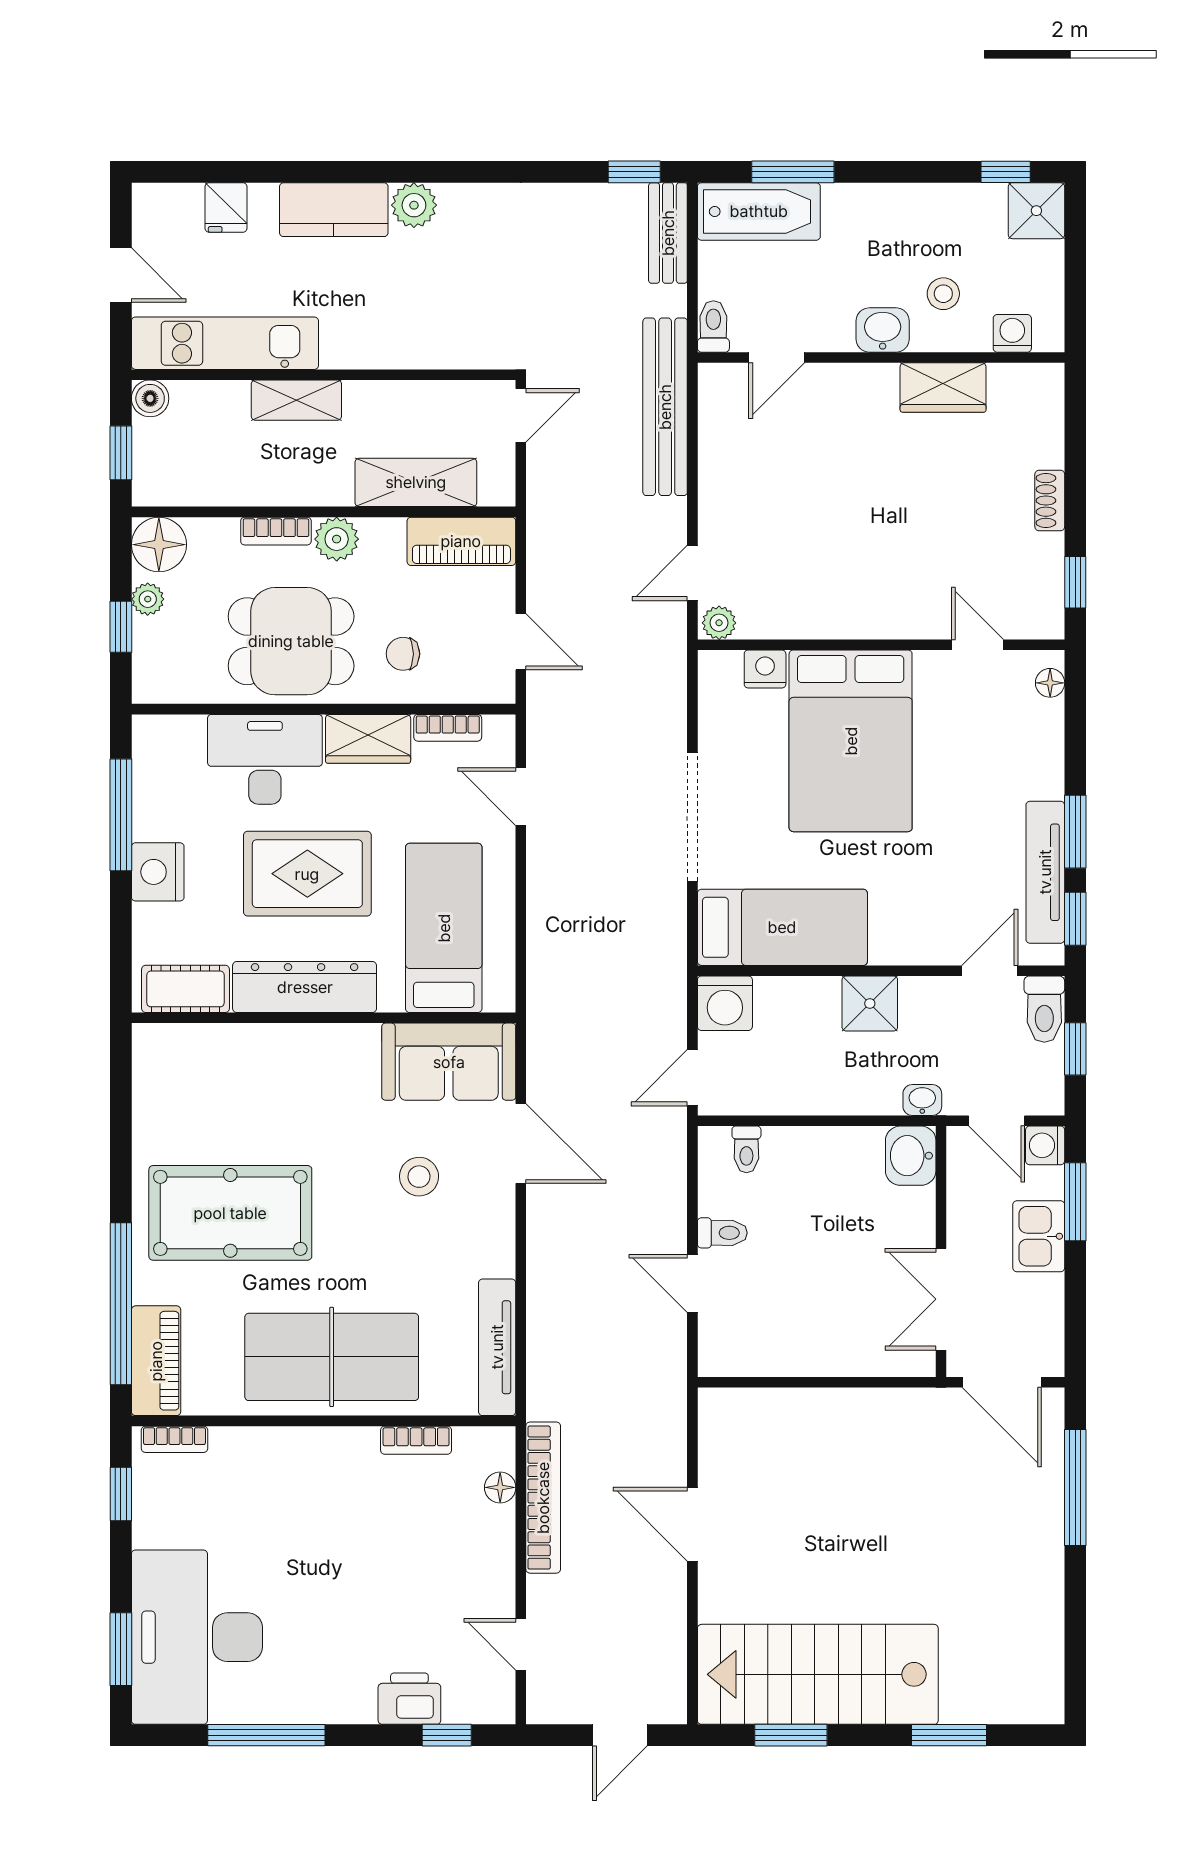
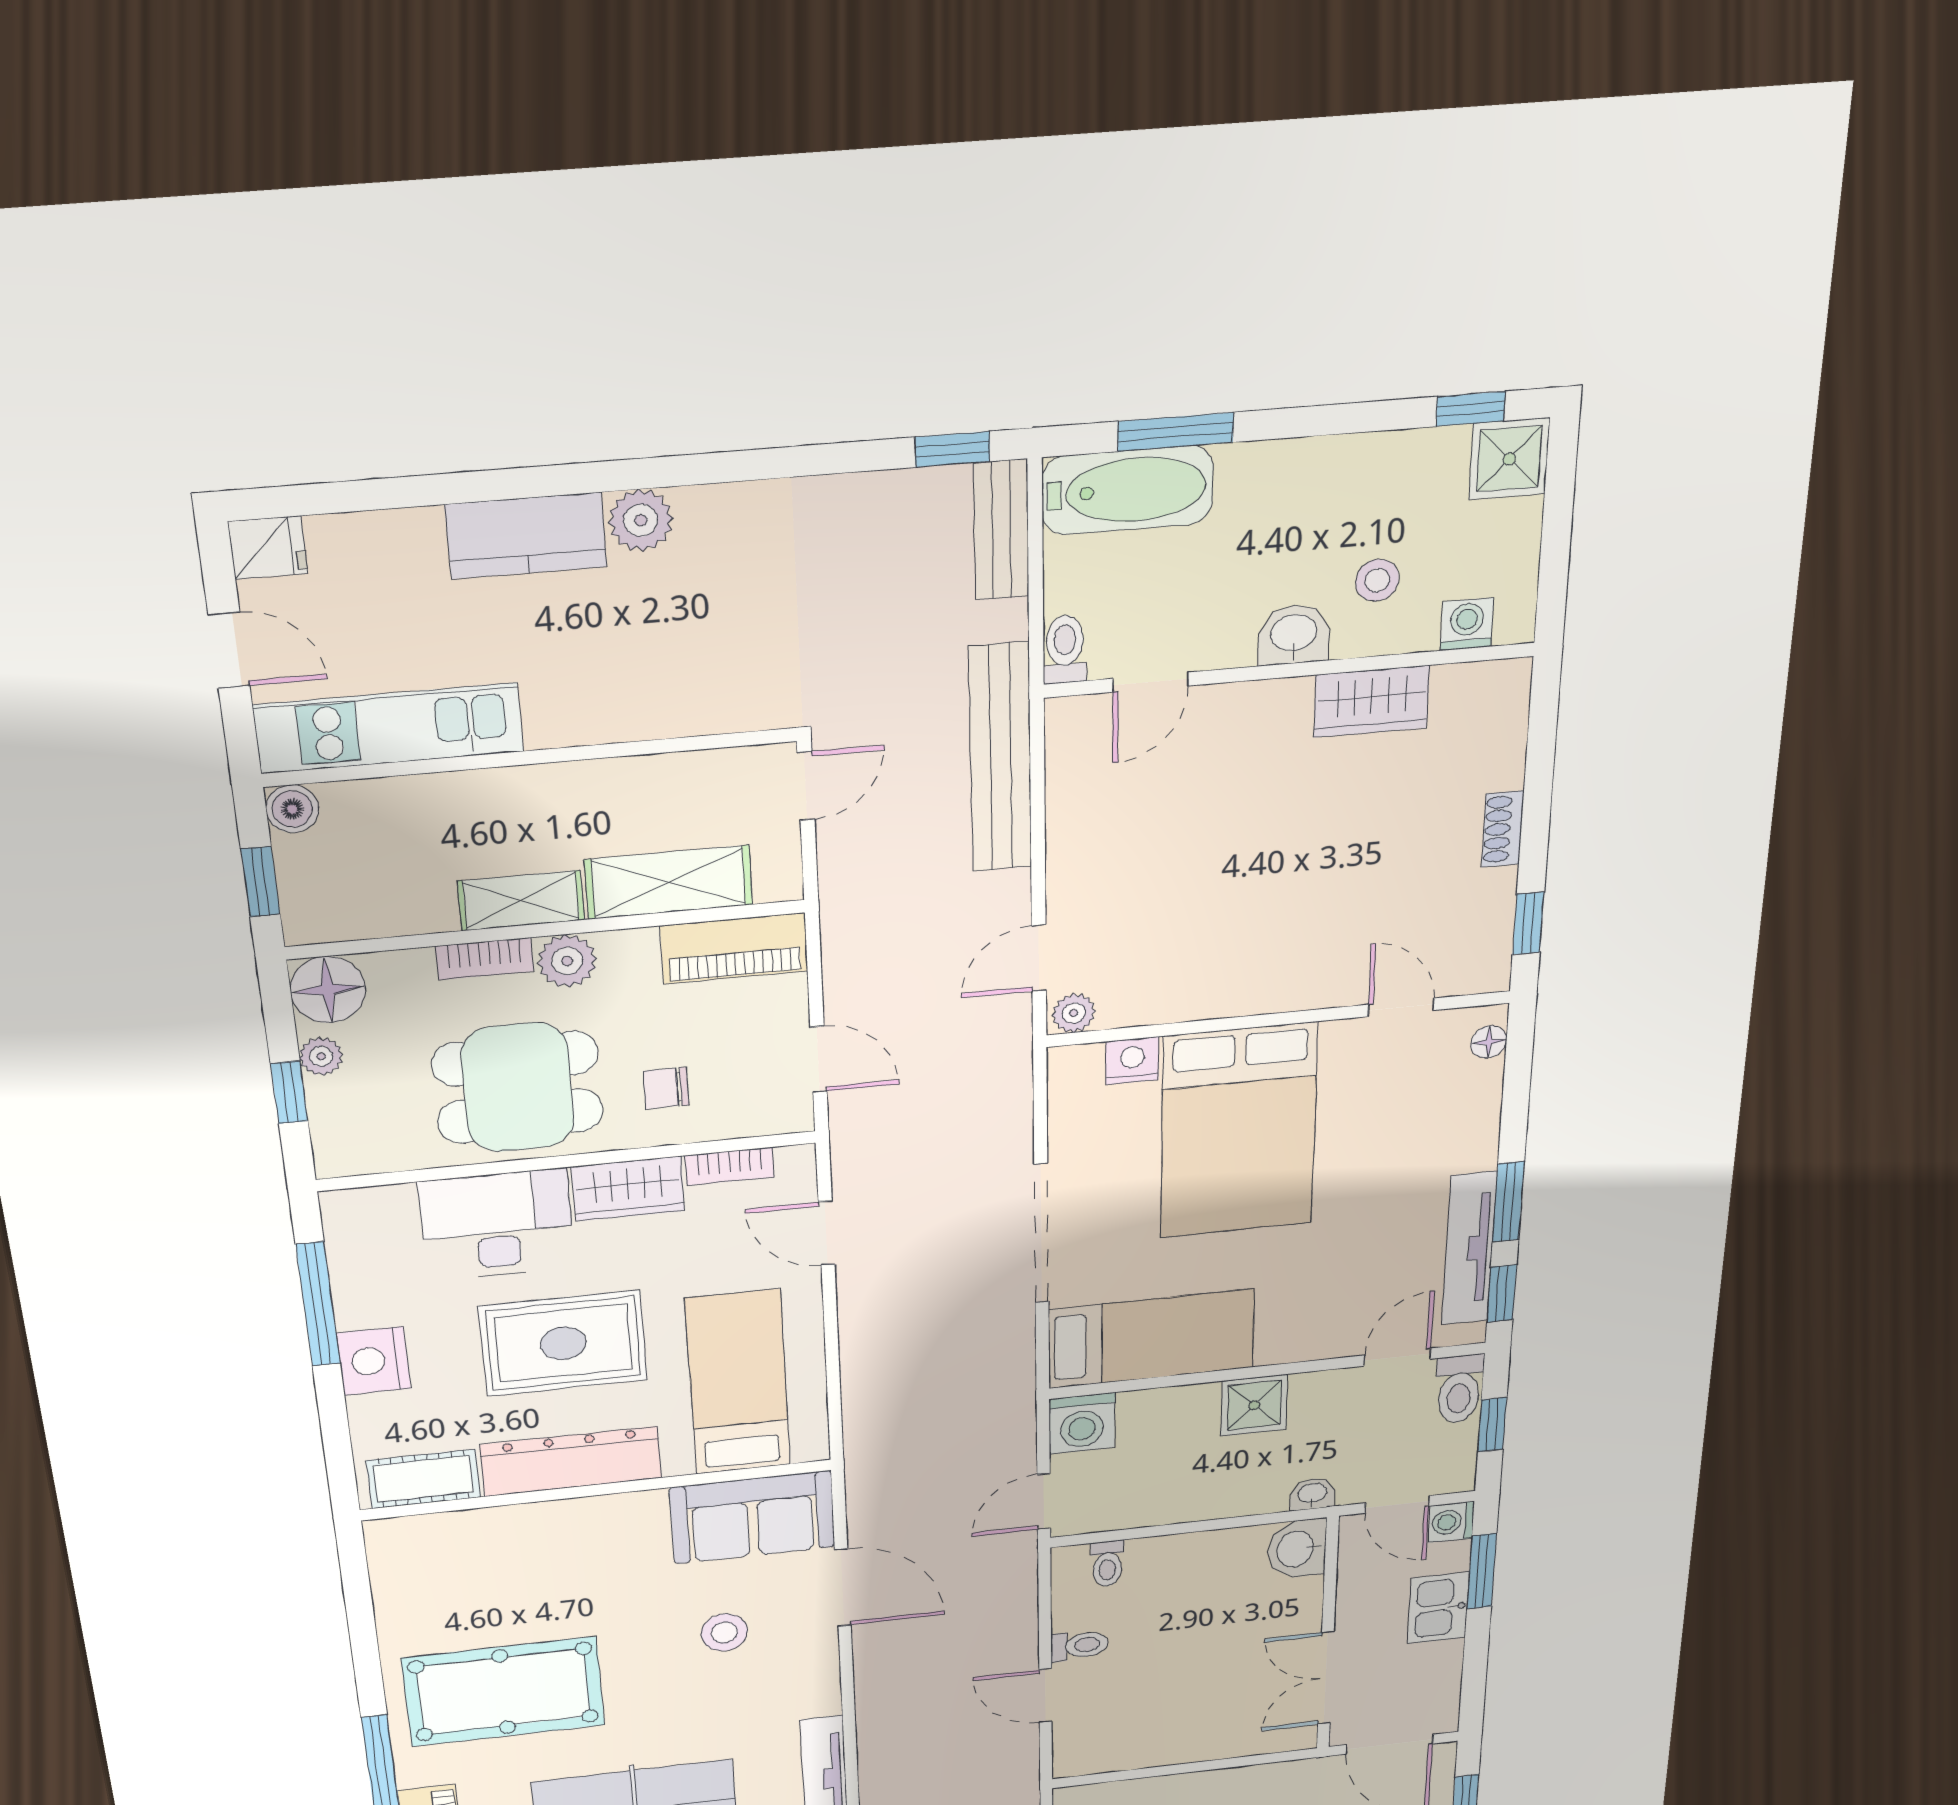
fridge: (226, 208) -> (268, 548), moved, turned -90
shelving: (296, 400) -> (521, 901), moved

